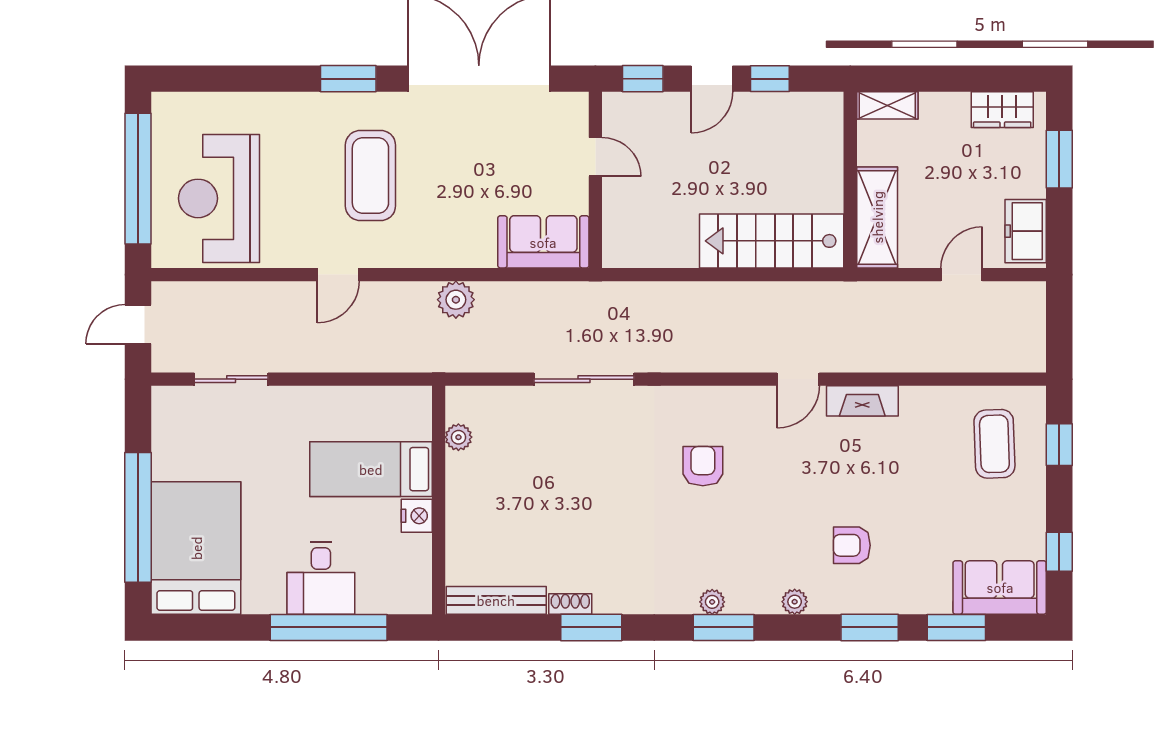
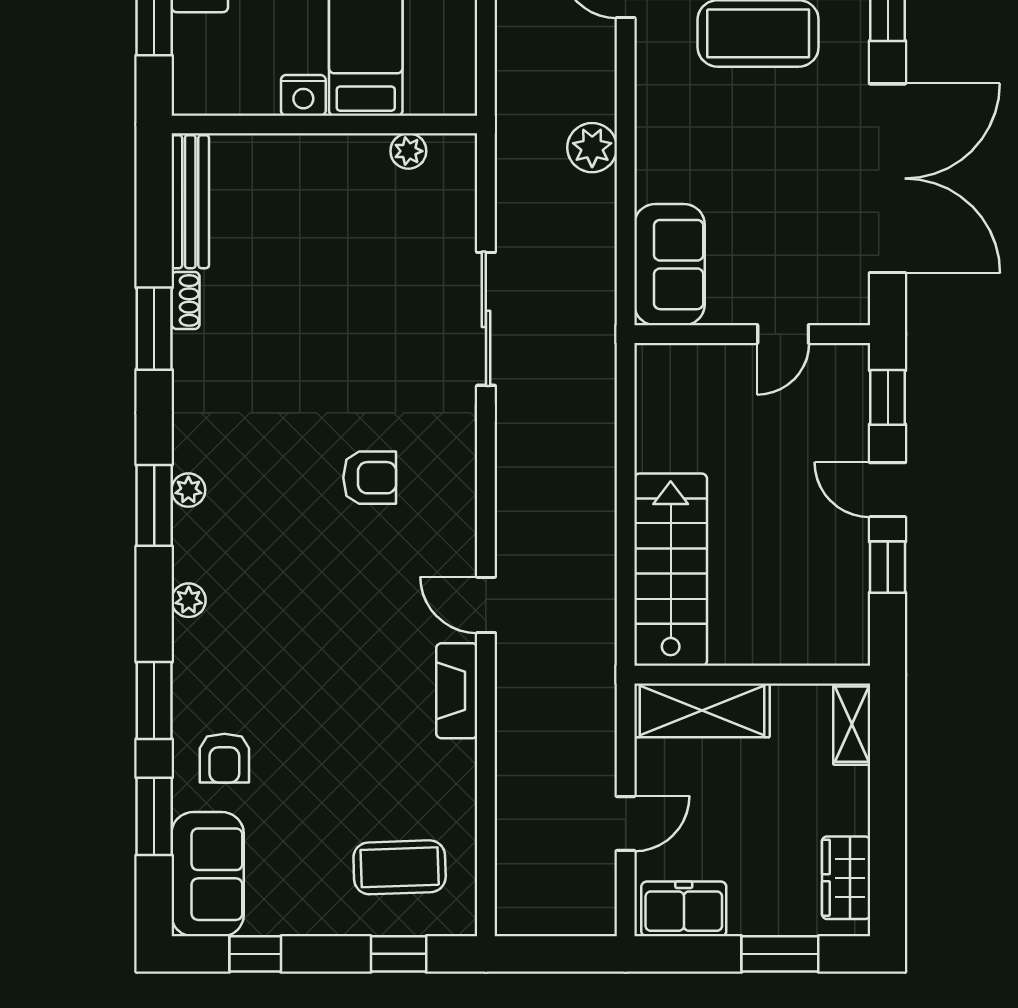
door: (962, 275) -> (626, 824), hinge flipped
armchair: (852, 545) -> (224, 758), moved, turned 180

